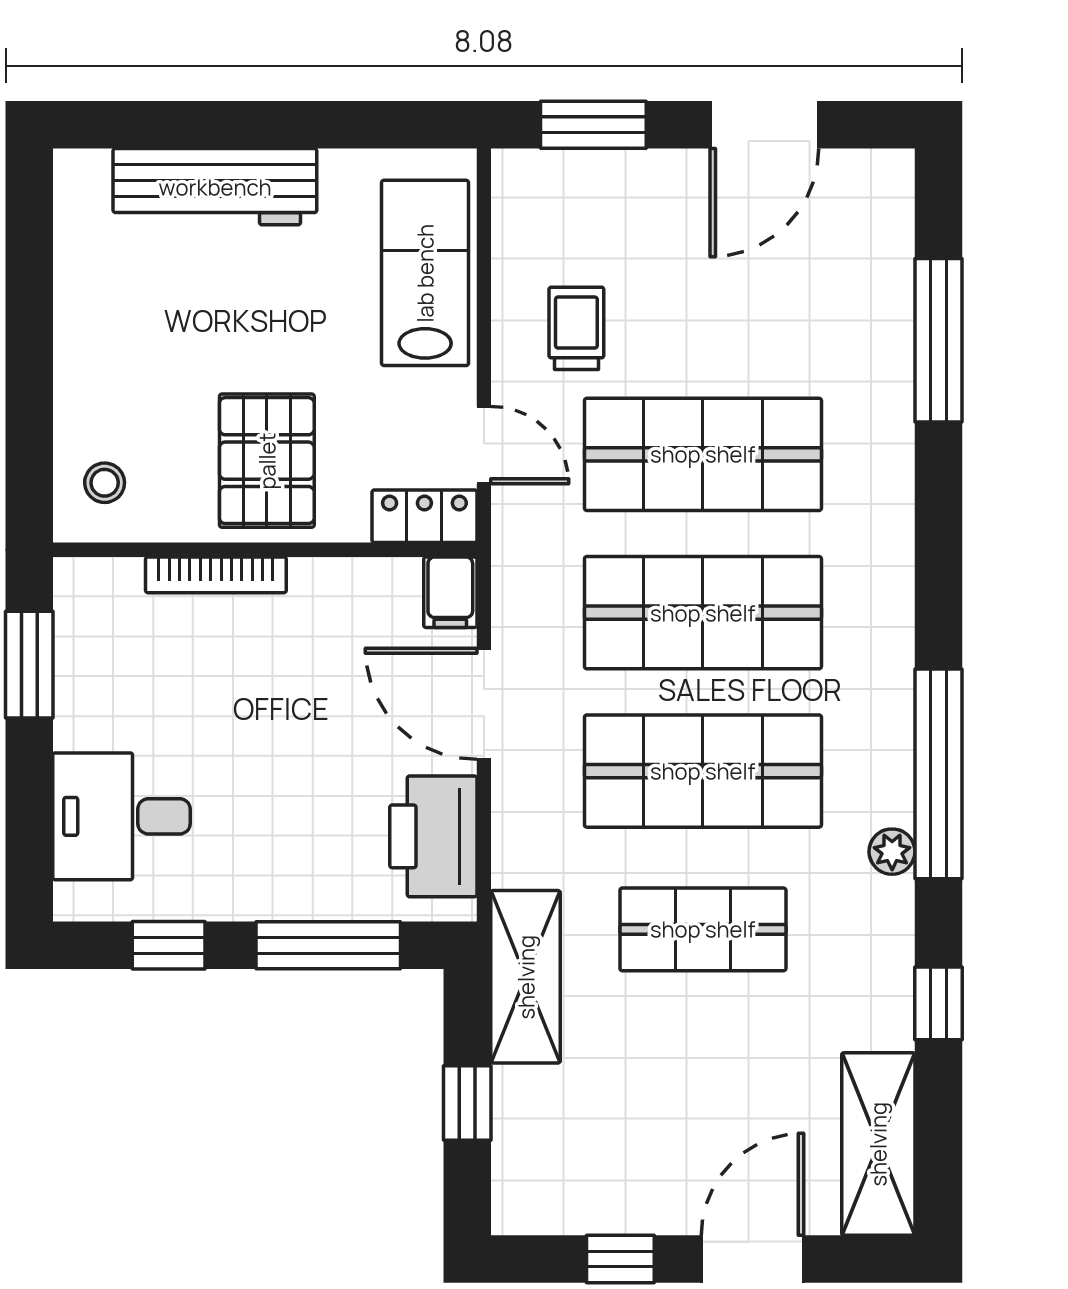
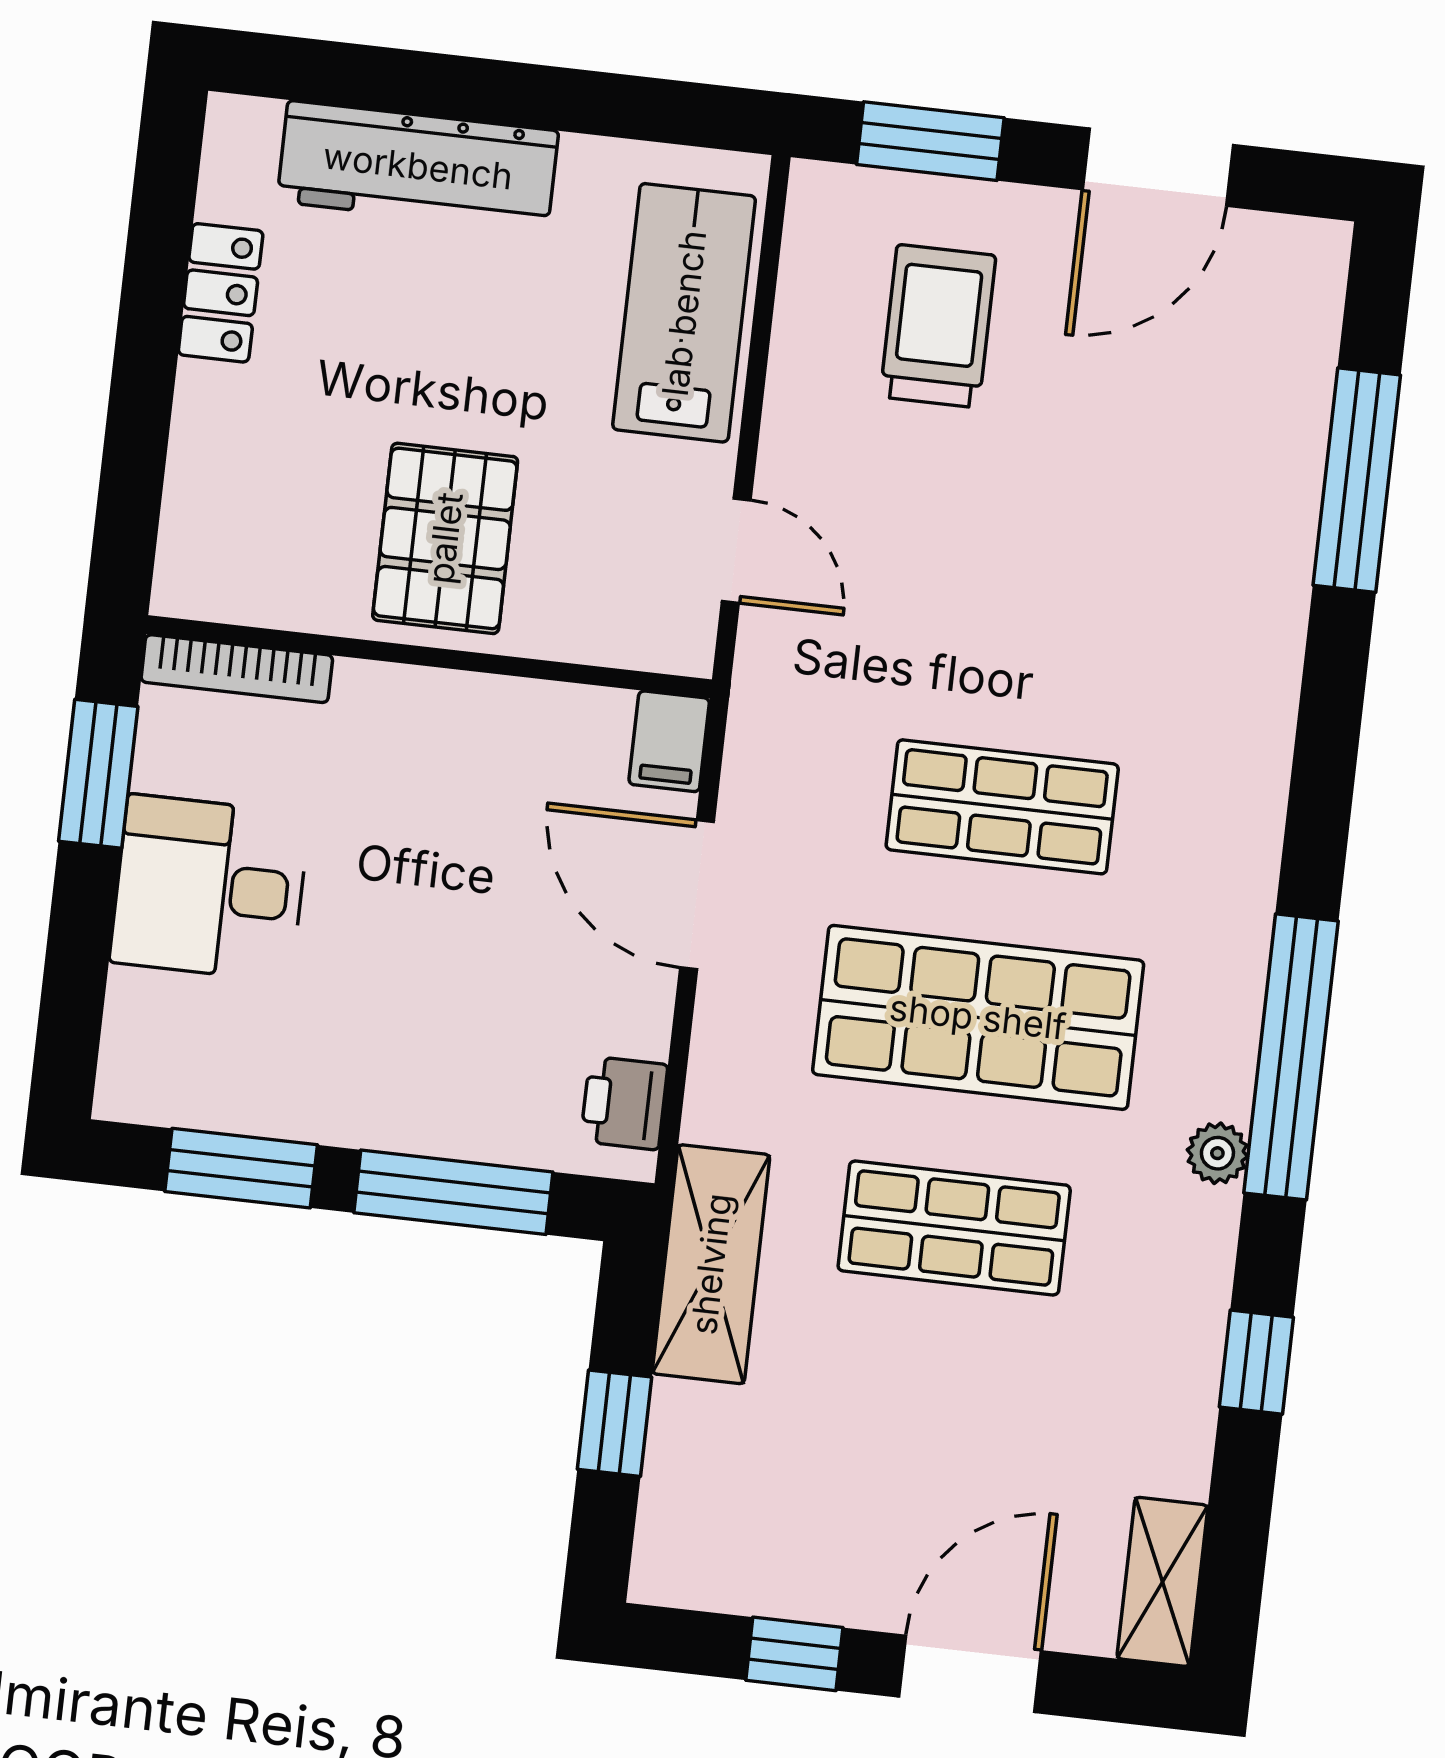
trolley: (576, 328) -> (938, 326), moved, width x1.36, depth x1.39
shop shelf: (703, 454) -> (1026, 596), removed
stool: (105, 483) -> (226, 543), removed
locker: (424, 516) -> (221, 293), moved, turned 90
bookcase: (216, 575) -> (237, 669), moved
shop shelf: (703, 613) -> (1002, 807), width x0.70, depth x0.74
desk: (121, 816) -> (210, 888), moved
printer: (433, 836) -> (624, 1103), width x0.53, depth x0.68
window: (169, 945) -> (241, 1168), width x1.50
shelving: (878, 1144) -> (1162, 1582), width x0.67, depth x0.75

